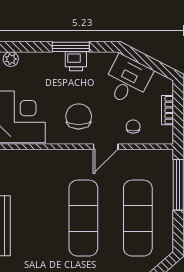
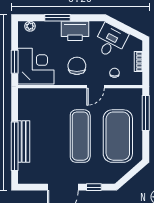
window: (71, 47) -> (57, 18), moved
printer: (76, 61) -> (75, 31), width x1.87, depth x1.48
exercise mat: (138, 218) -> (118, 136), width x1.47

